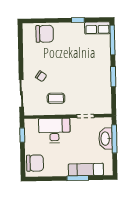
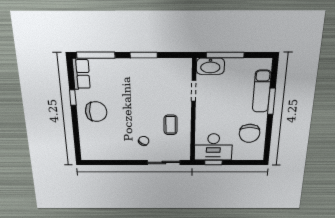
chair: (45, 34) -> (96, 112), moved, turned 90
desk: (54, 131) -> (213, 147), moved, turned -90
washbasin: (106, 139) -> (210, 66), moved
chair: (35, 163) -> (249, 133), moved, turned 180

